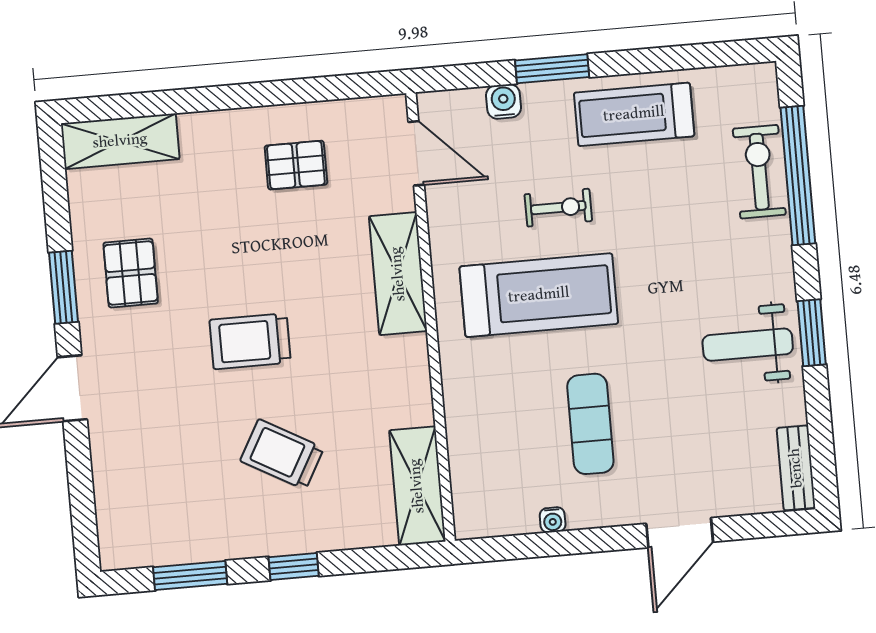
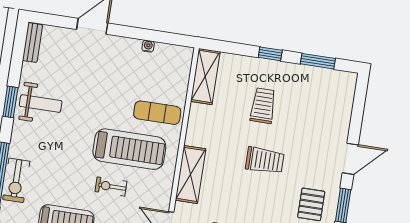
treadmill: (539, 295) -> (129, 149), turned 180
exercise mat: (590, 424) -> (157, 113), moved, turned 90
trolley: (282, 454) -> (263, 106), turned -119

